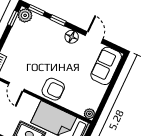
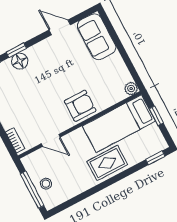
floor lamp: (72, 37) -> (20, 61), moved

